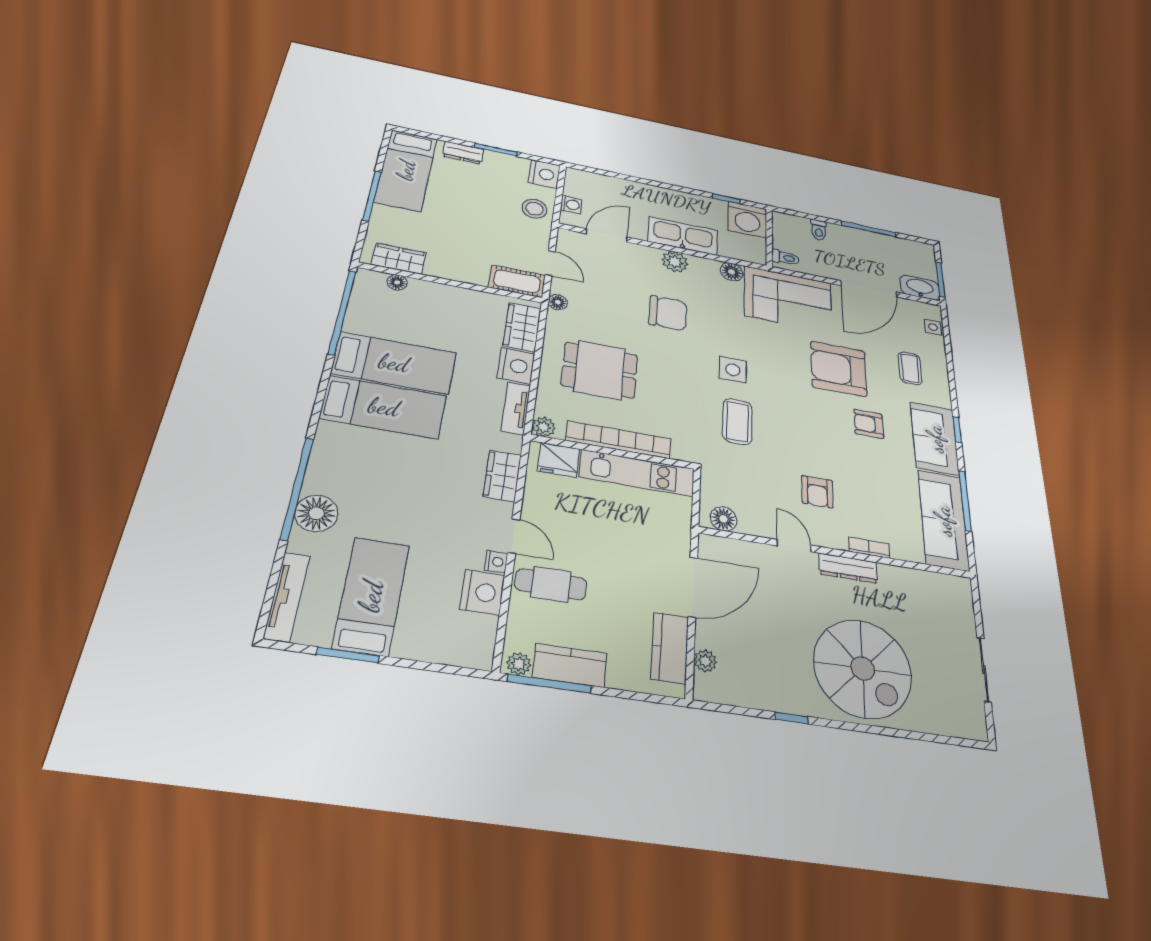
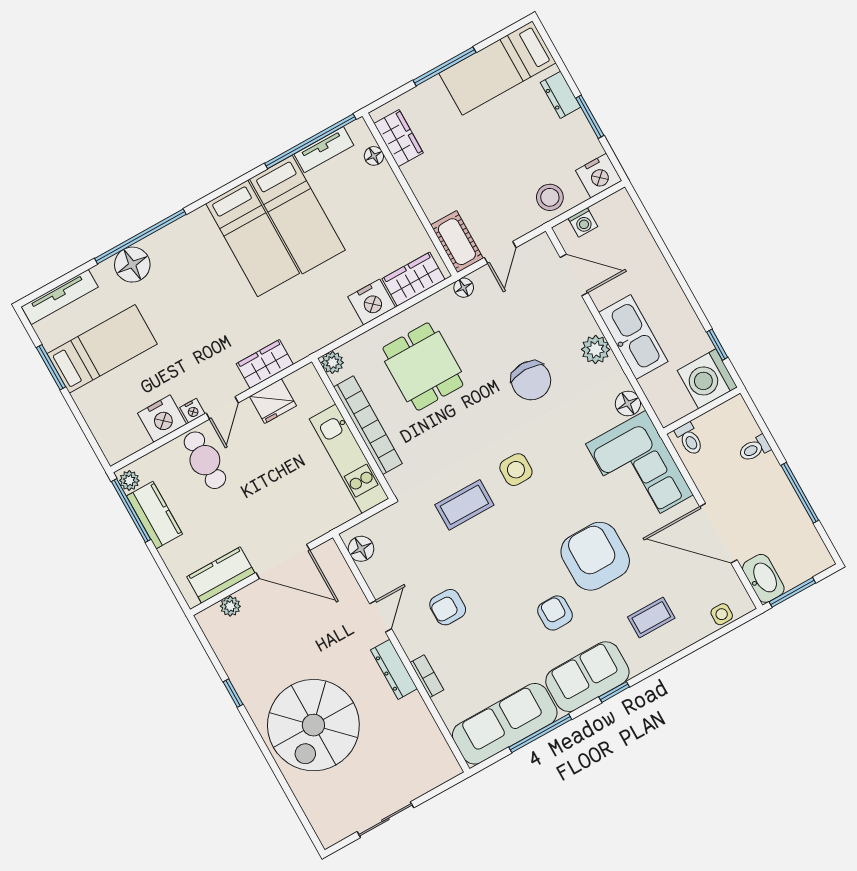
tv unit: (516, 408) -> (324, 150), moved, turned 180
fridge: (558, 460) -> (273, 401), moved, turned -90

